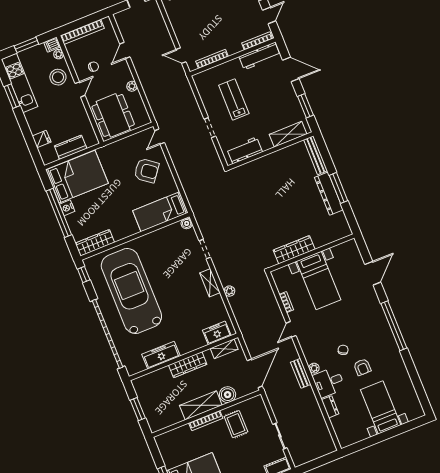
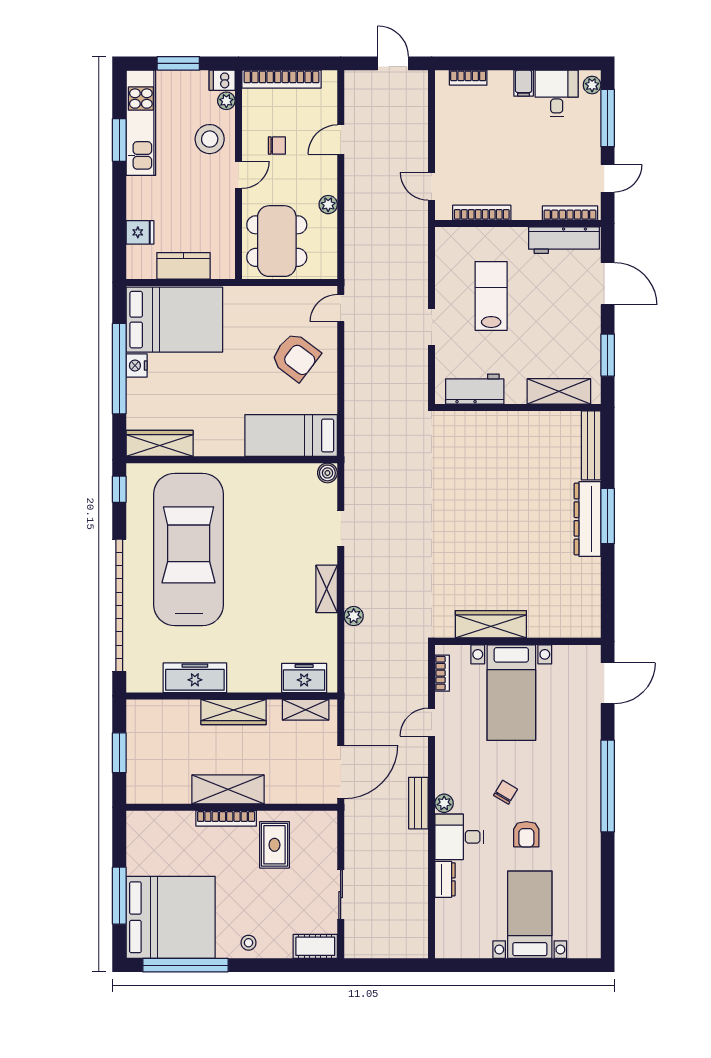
wardrobe: (294, 250) -> (491, 624), moved
wall: (311, 253) -> (518, 641), moved
bed with nightstands: (319, 280) -> (511, 693), moved
boiler: (228, 395) -> (280, 789), removed

